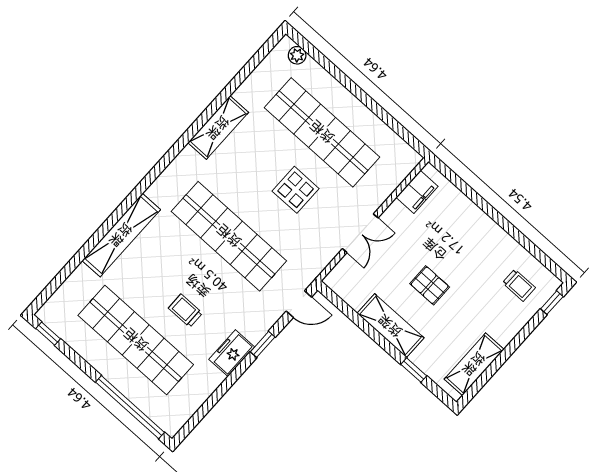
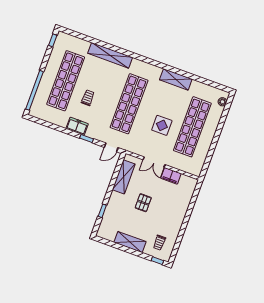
filing cabinet: (417, 192) -> (171, 176), moved
door: (299, 304) -> (111, 147), hinge flipped
shelving: (390, 326) -> (124, 177), moved
shelving: (474, 364) -> (130, 242), moved

